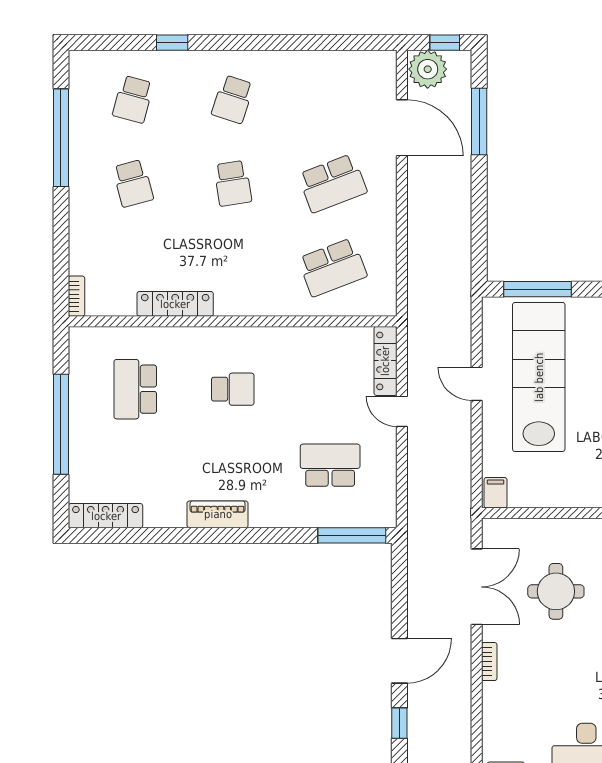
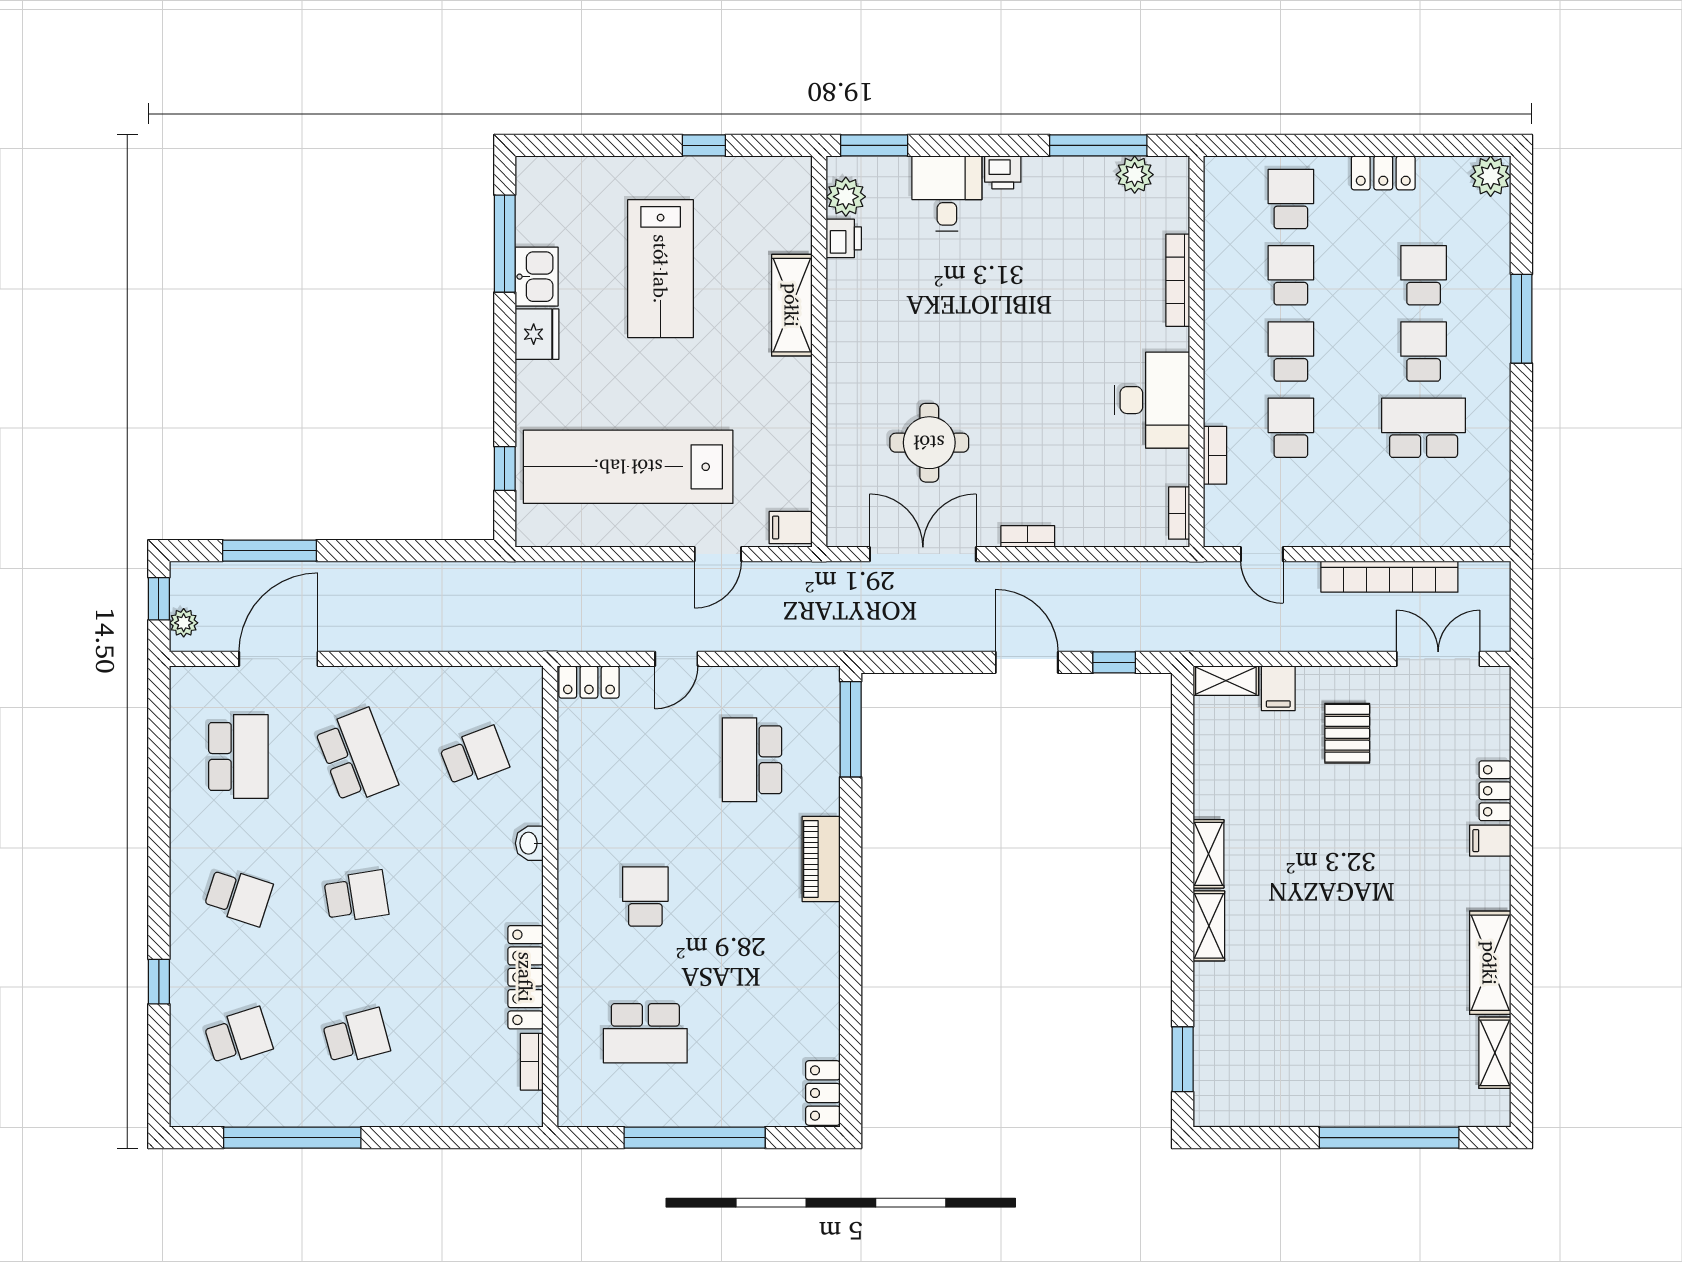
plant: (428, 69) -> (184, 623), width x0.53, depth x0.53
school desk: (133, 99) -> (238, 1037), turned -33
school desk: (332, 99) -> (238, 756), added
school desk: (332, 267) -> (474, 756), width x0.54
window: (538, 289) -> (505, 469), width x0.46
bookcase: (77, 296) -> (532, 1062), moved, turned -90
washbasin: (271, 307) -> (529, 843), added
locker: (385, 361) -> (589, 682), width x0.66
door: (477, 384) -> (718, 554), moved
piano: (218, 514) -> (821, 859), moved
locker: (106, 516) -> (823, 1093), width x0.66

